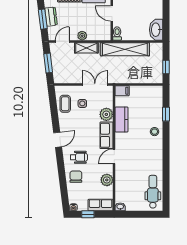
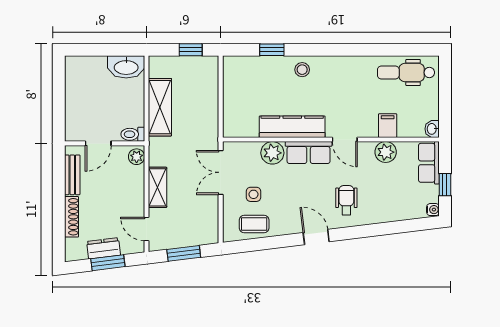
plant: (82, 36) -> (137, 157), moved
shelving: (125, 49) -> (160, 107), width x0.68
filing cabinet: (122, 91) -> (388, 126), moved
kitchen counter: (121, 120) -> (292, 127), width x1.50
chair: (76, 177) -> (380, 205), removed

